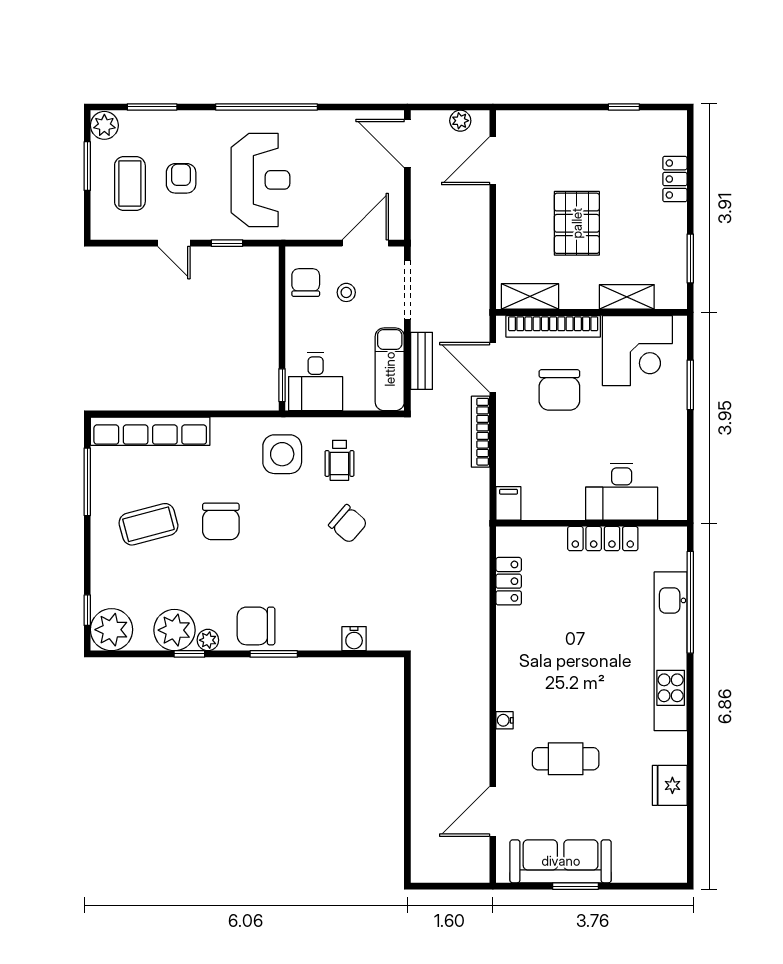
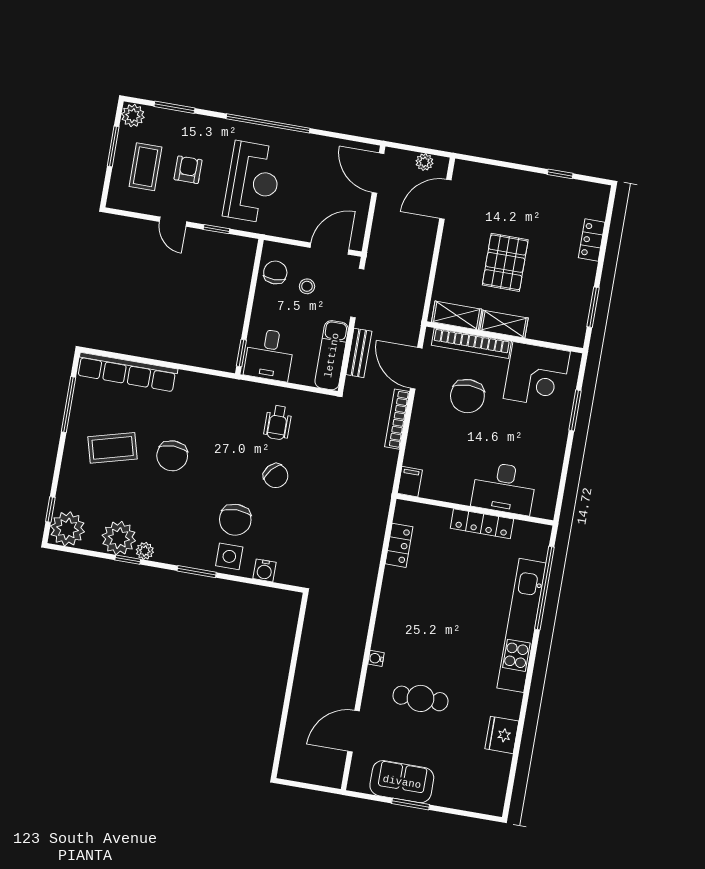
shelving: (627, 297) -> (504, 324), moved
side table: (282, 454) -> (229, 556), moved, width x0.73, depth x0.73
chair: (256, 626) -> (235, 520), moved, turned -90
sofa: (561, 861) -> (402, 782), width x0.73

